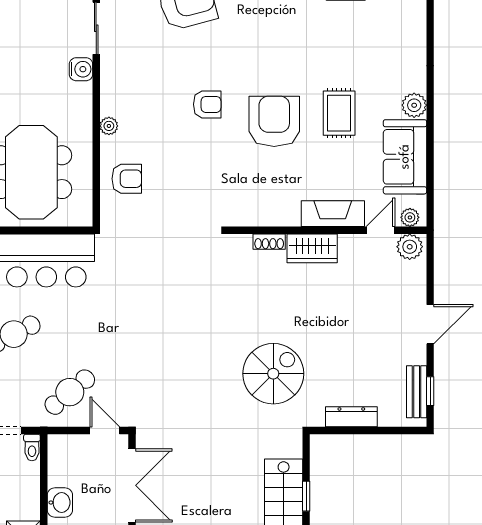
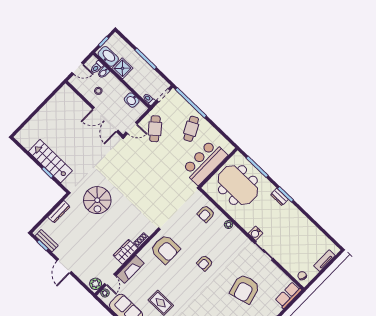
armchair: (274, 121) -> (165, 249), moved
washbasin: (60, 503) -> (132, 100), moved

